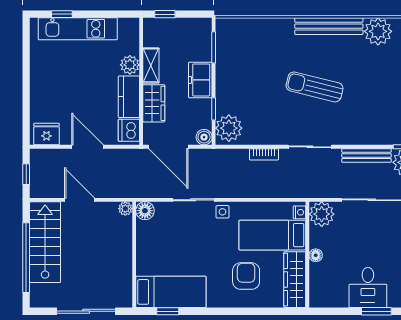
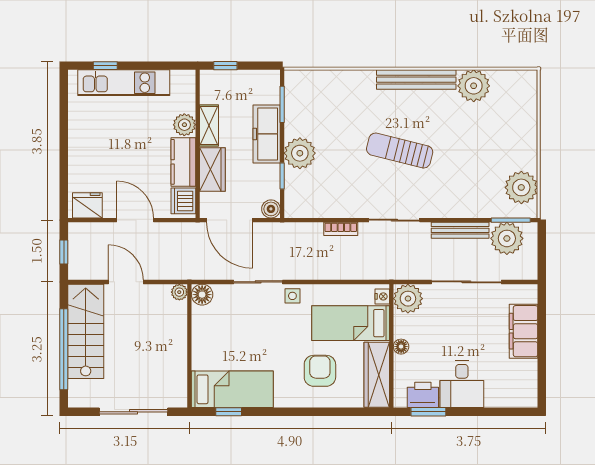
freezer: (200, 80) -> (267, 134), width x1.40
plant: (229, 128) -> (300, 153), moved
printer: (334, 297) -> (423, 395), added
window: (376, 311) -> (428, 412), moved

